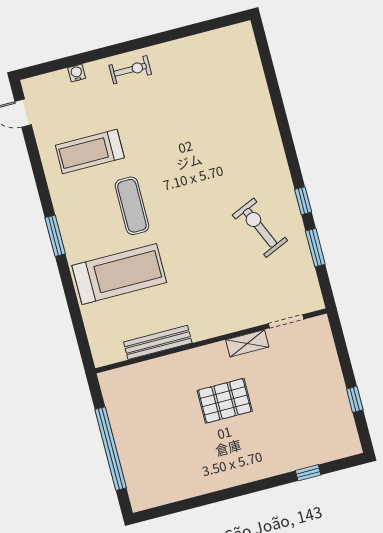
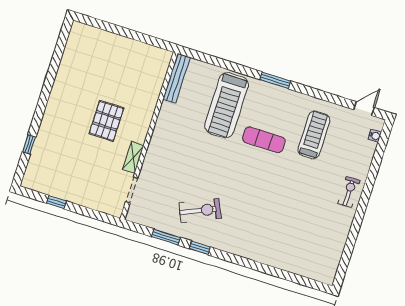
exercise bike: (130, 70) -> (349, 192), turned 180
water cooler: (77, 73) -> (375, 136), moved
bench: (158, 342) -> (176, 78), moved
window: (111, 449) -> (122, 31), removed

